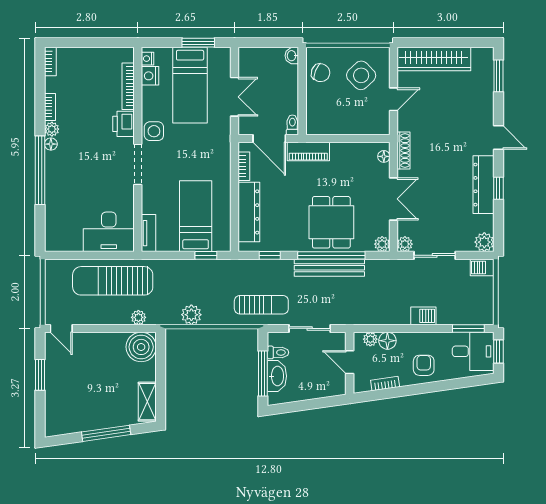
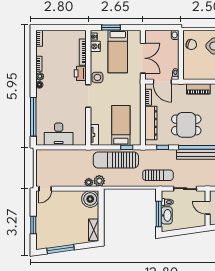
window: (198, 43) -> (111, 28), moved
double door: (235, 97) -> (143, 58), width x1.37
piano: (308, 152) -> (198, 89), moved
window: (40, 170) -> (33, 117), moved
dining table: (331, 222) -> (186, 125), moved, turned 90
desk: (109, 232) -> (59, 134), moved
sun lounger: (113, 281) -> (116, 160), moved
plant: (191, 315) -> (99, 181), moved
door: (61, 328) -> (45, 189), hinge flipped
window: (40, 375) -> (33, 225), moved
window: (106, 433) -> (61, 249), moved

